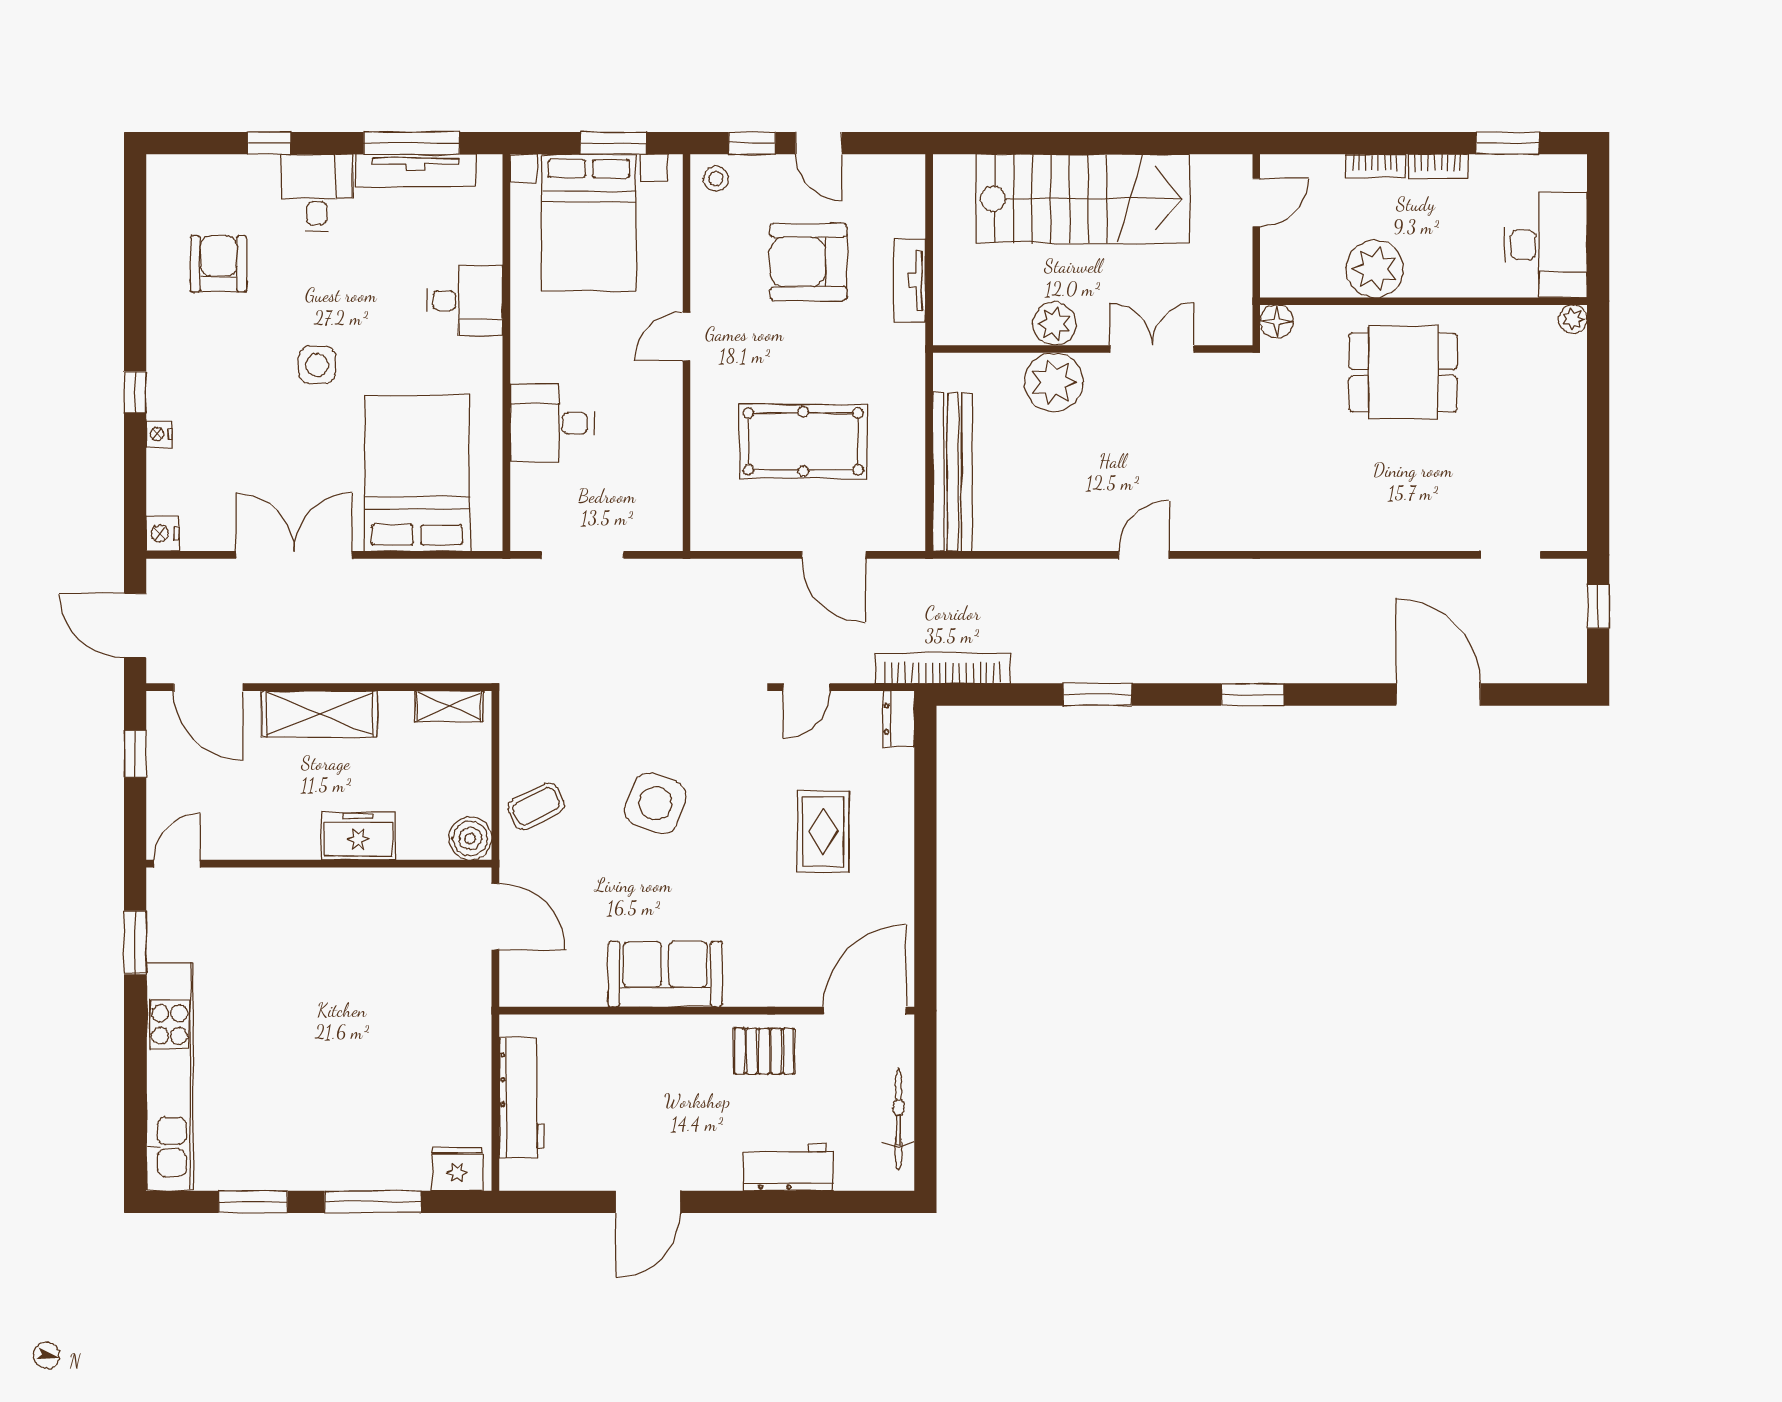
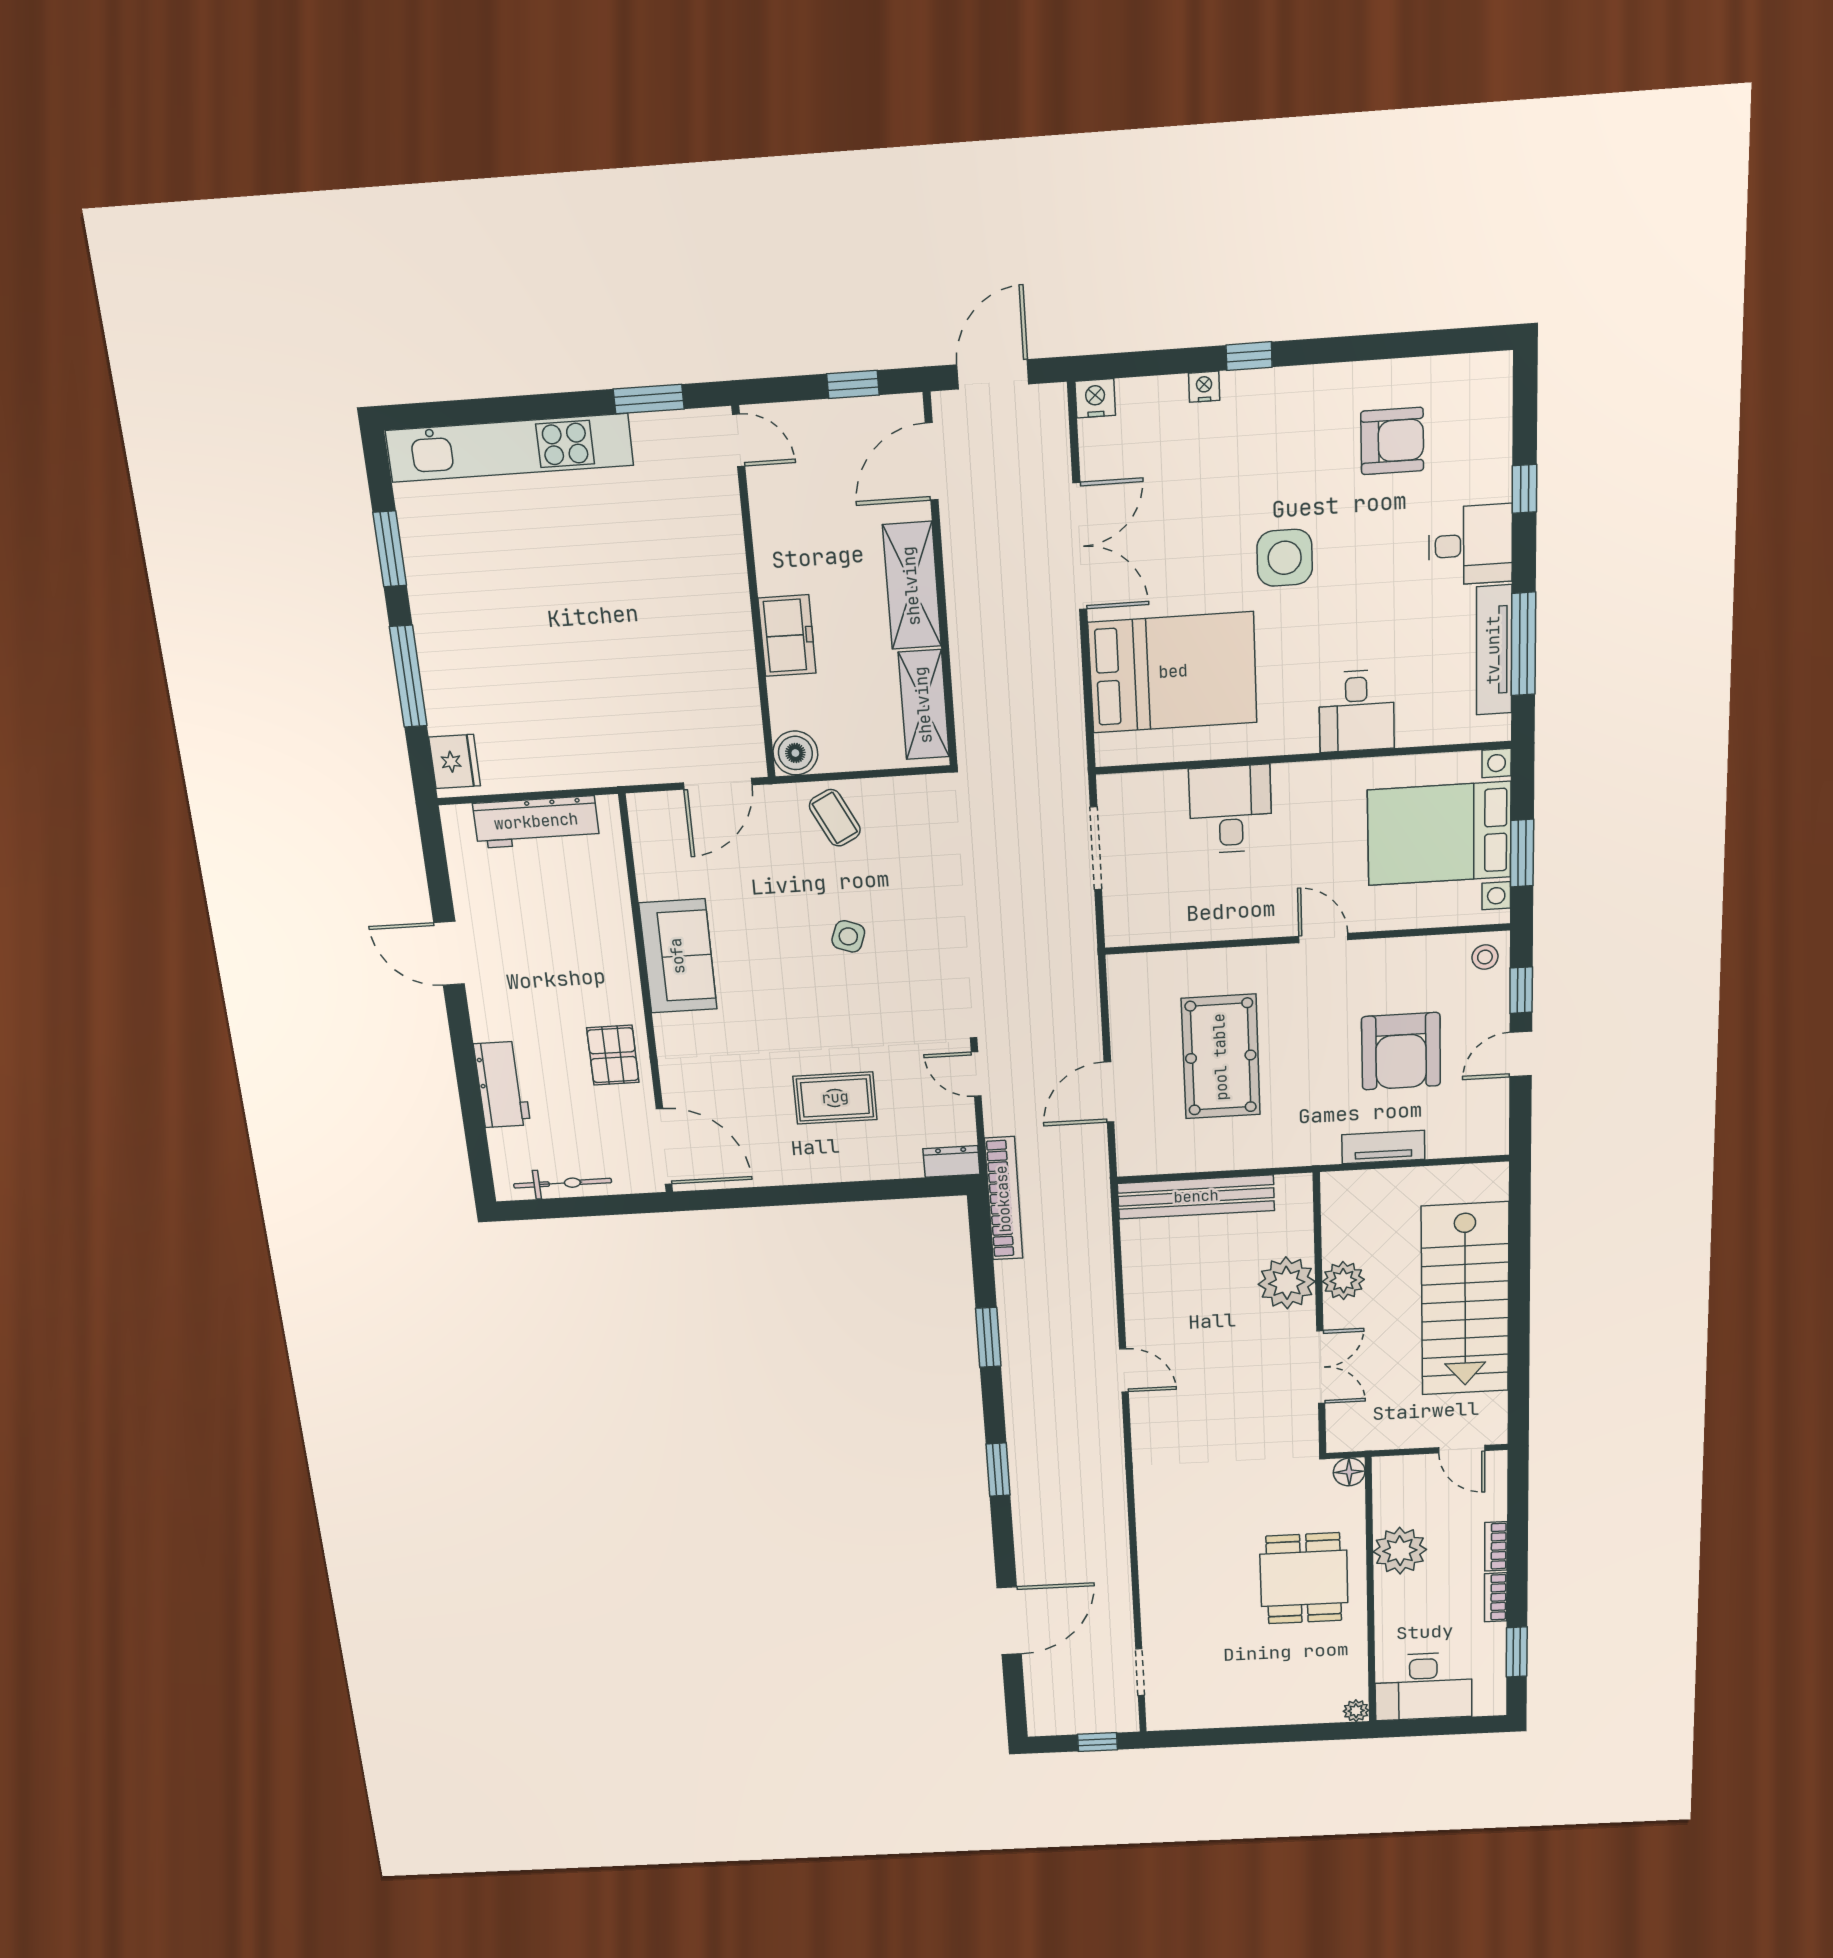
armchair: (808, 262) -> (1401, 1051), turned 180
side table: (317, 365) -> (1285, 558), width x1.37, depth x1.37
shelving: (449, 706) -> (924, 705), width x1.50, depth x1.33
side table: (656, 803) -> (848, 936), width x0.54, depth x0.54

